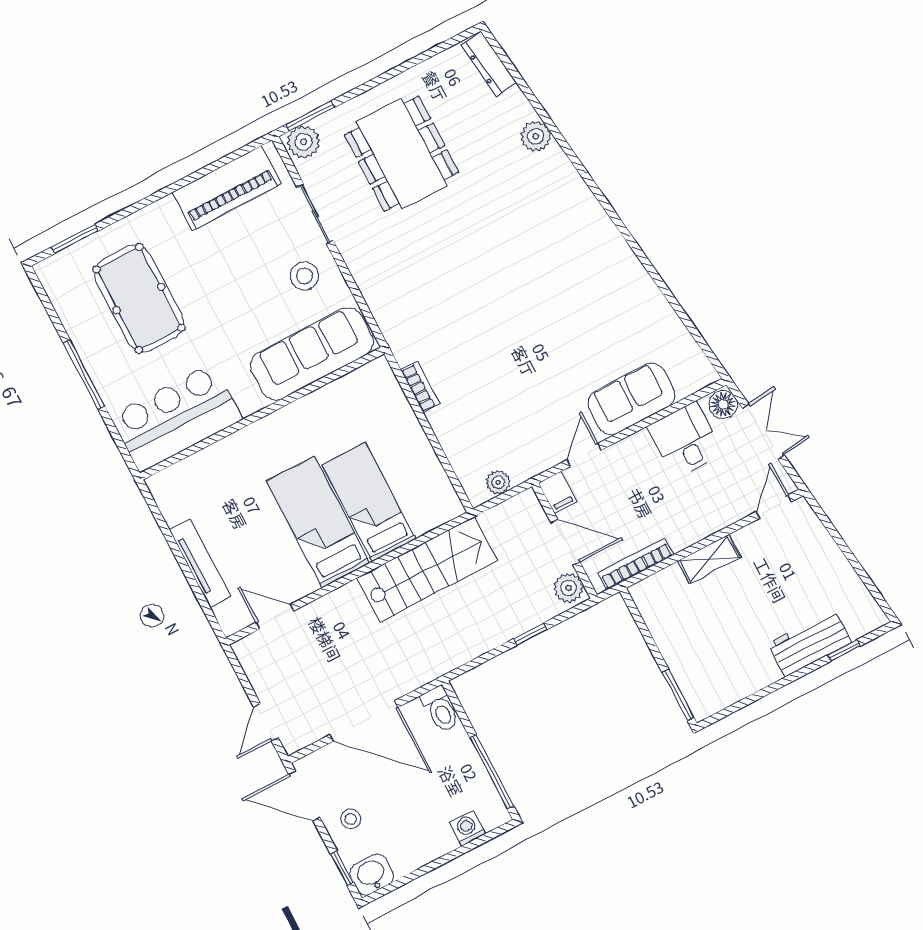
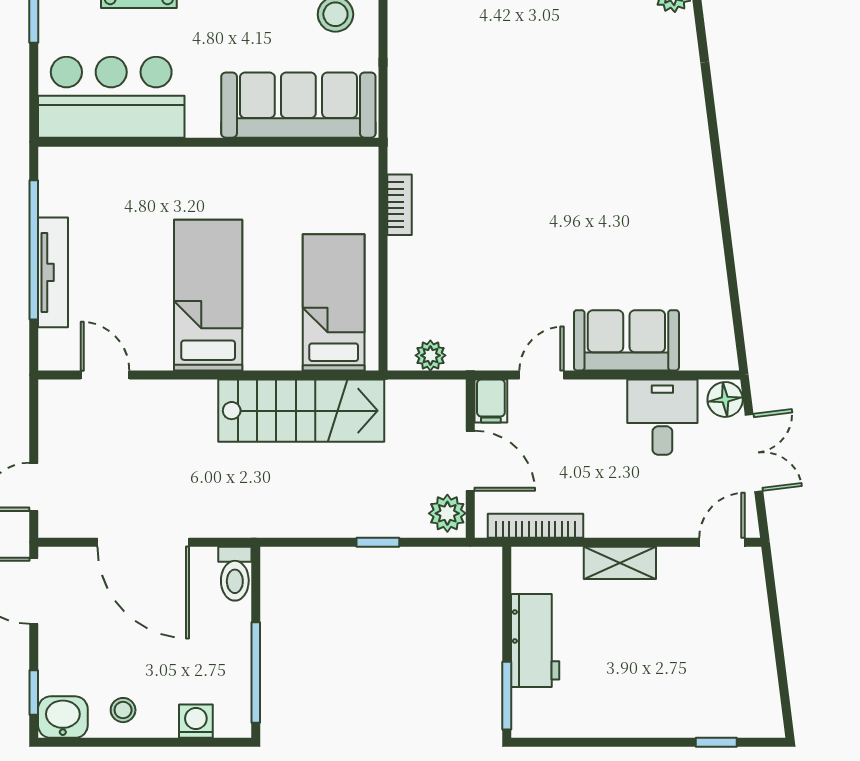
bed: (369, 502) -> (334, 302), moved
window: (178, 554) -> (34, 250), added
workbench: (810, 643) -> (535, 640), moved, turned 90
stool: (351, 819) -> (123, 710), moved

